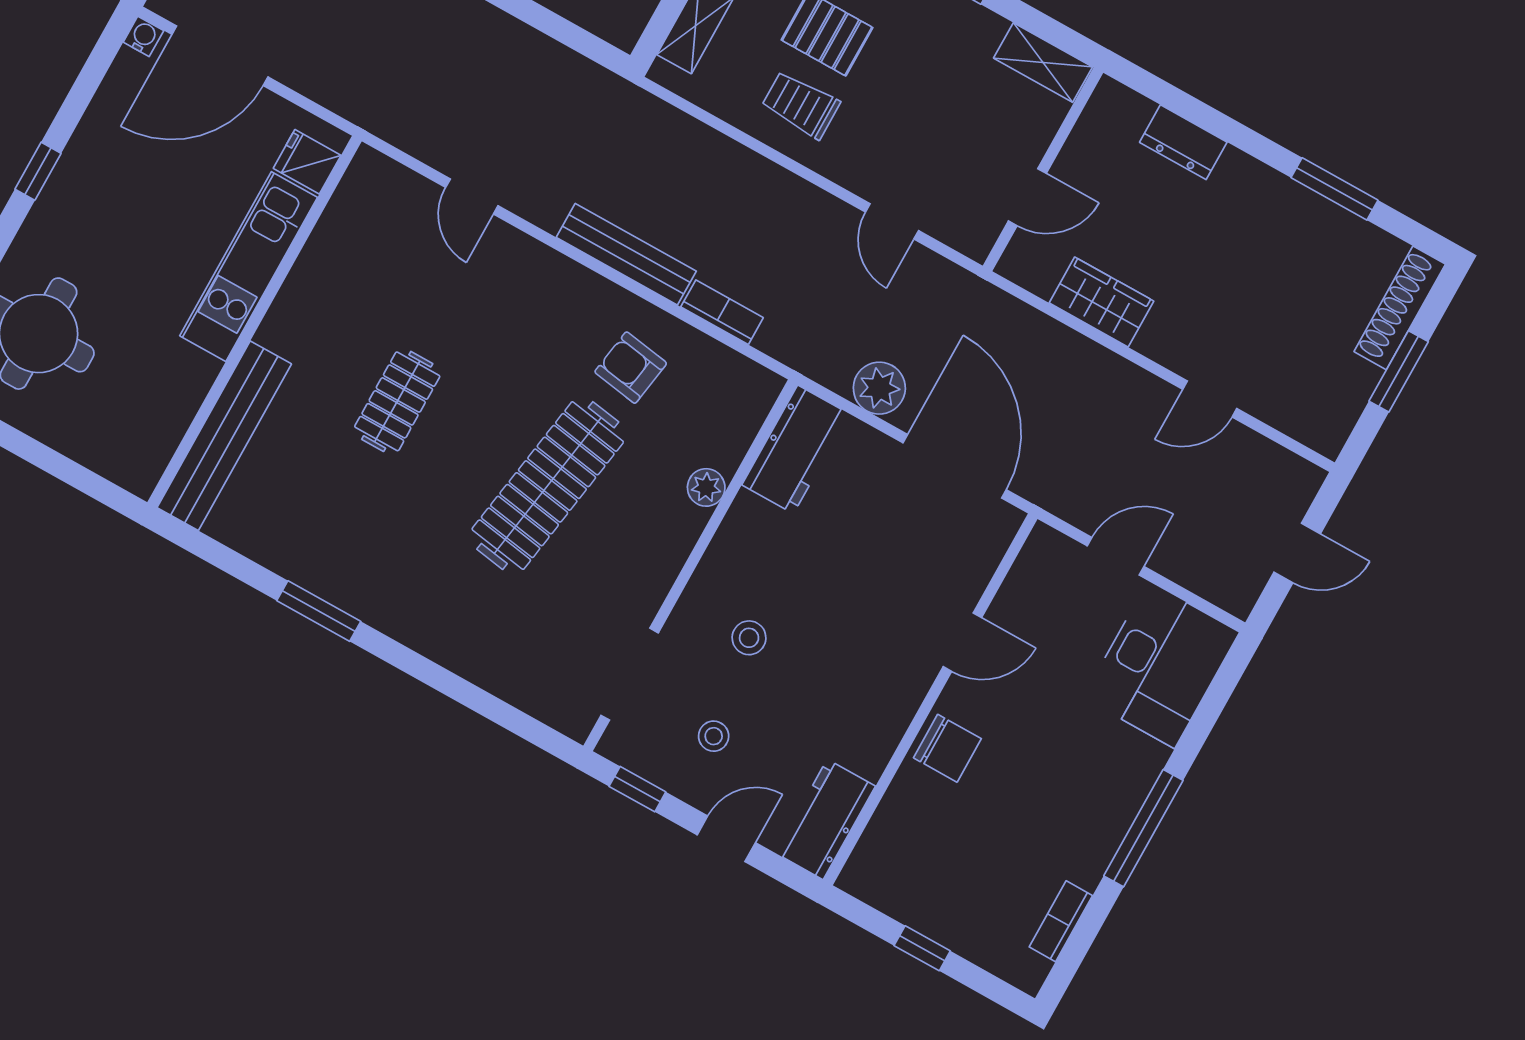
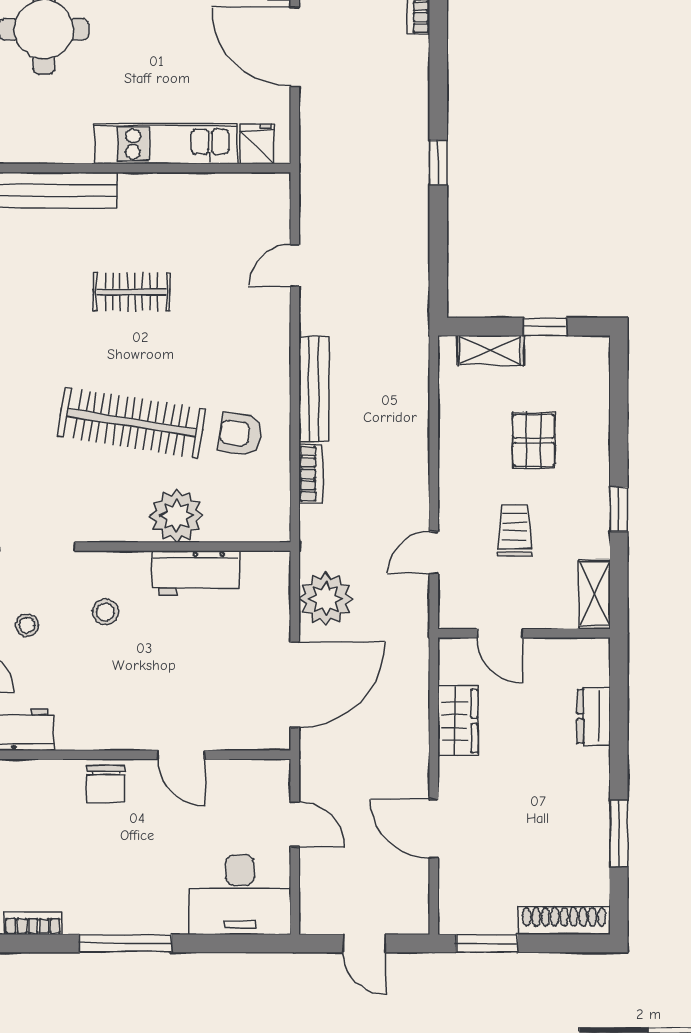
trolley: (801, 105) -> (515, 530), moved
armchair: (631, 368) -> (240, 434), turned -91
window: (1399, 371) -> (487, 943), moved
plant: (879, 388) -> (326, 599), width x1.36, depth x1.36
door: (1210, 399) -> (434, 829), width x1.38
workbench: (795, 449) -> (196, 573), moved
plant: (706, 487) -> (176, 516), width x1.88, depth x1.88

